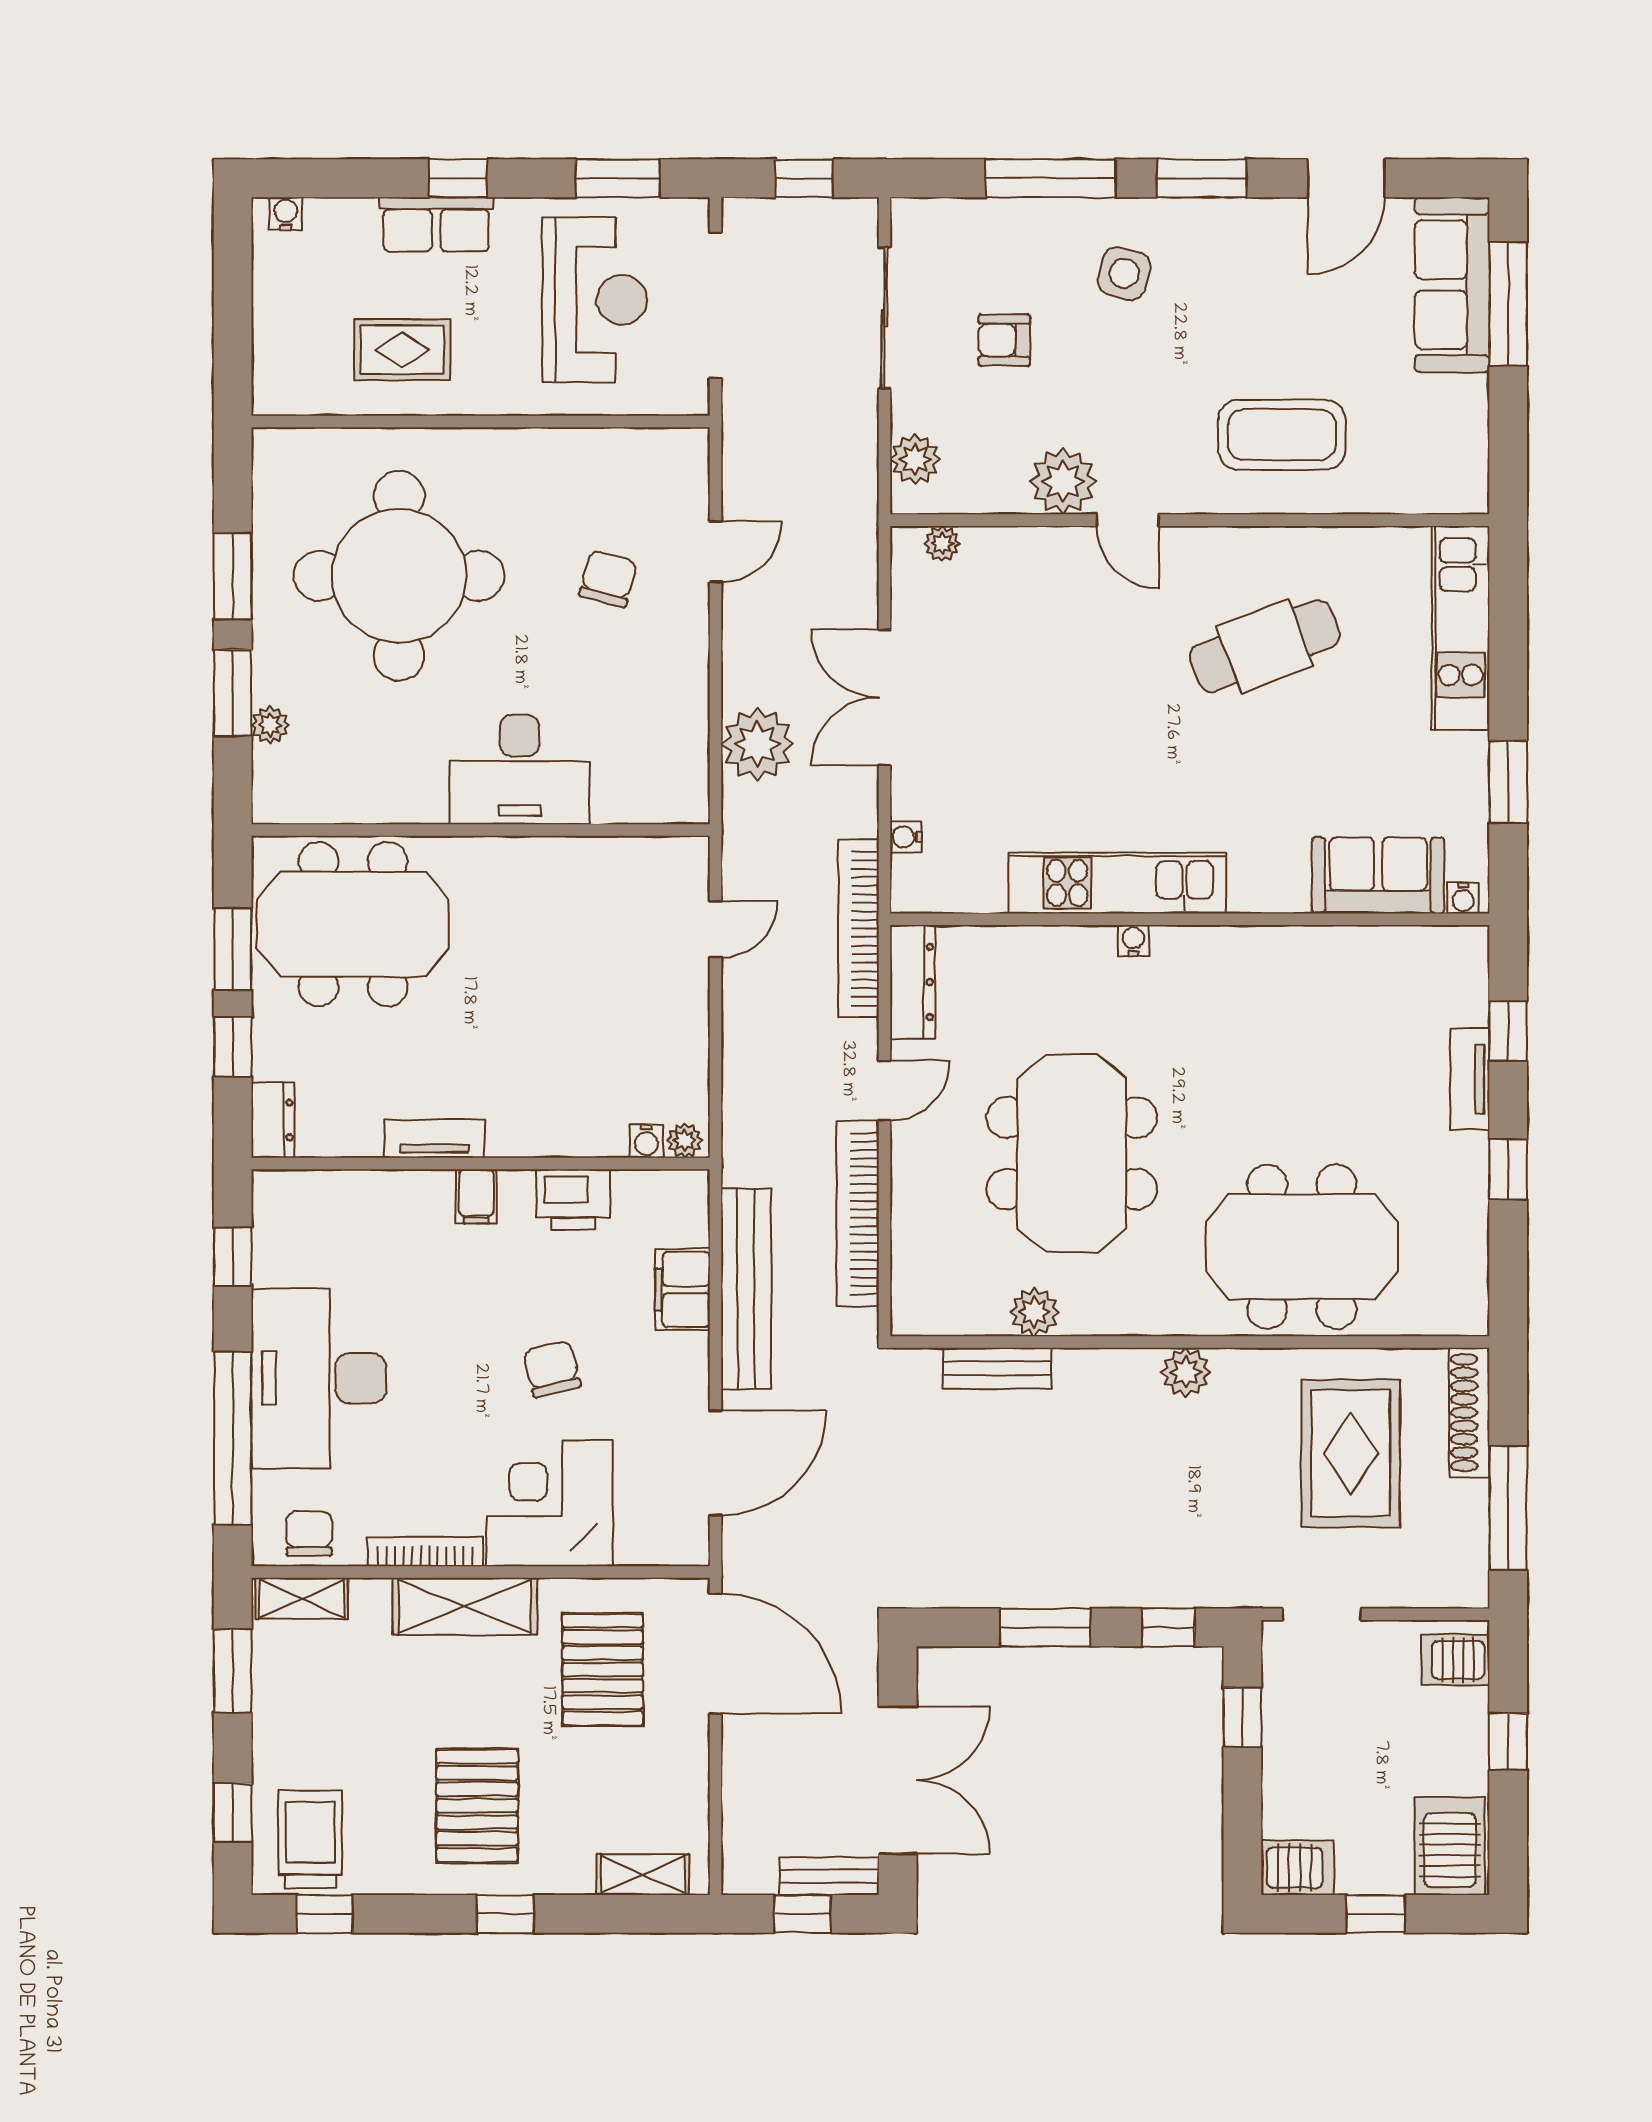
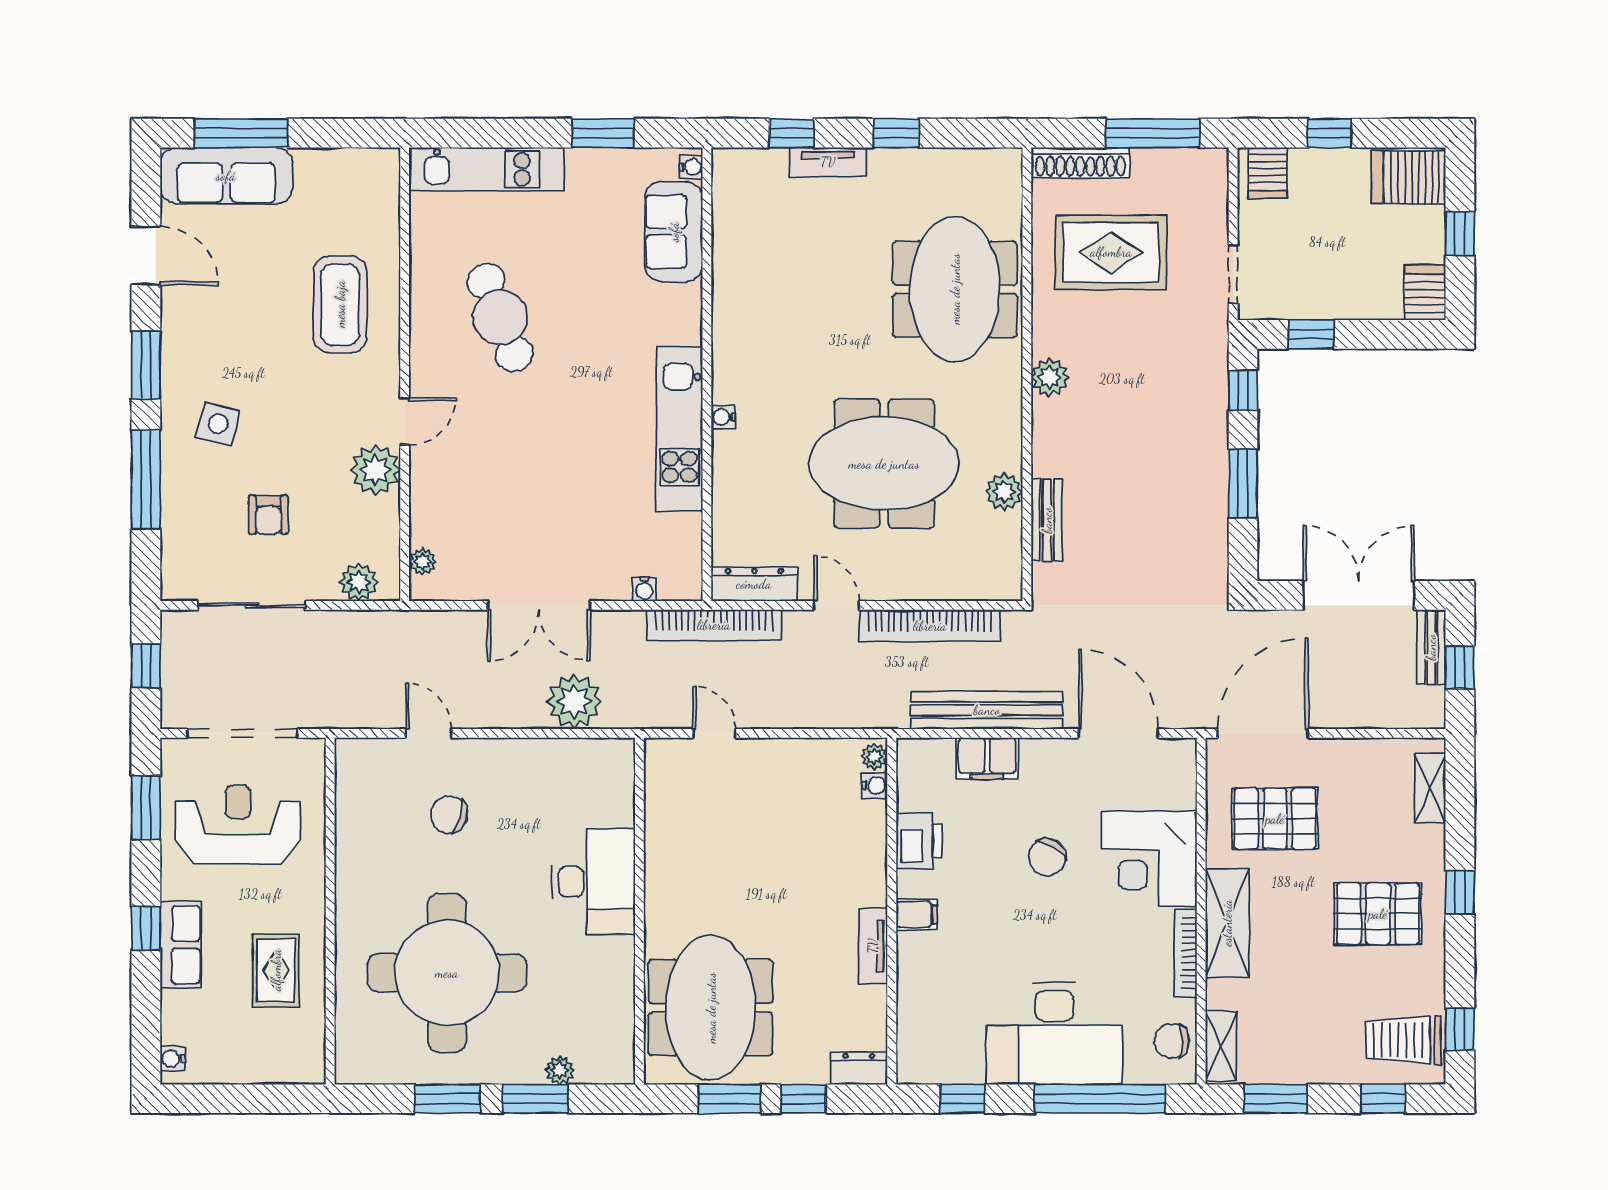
chair: (552, 1369) -> (1047, 857), turned -45

